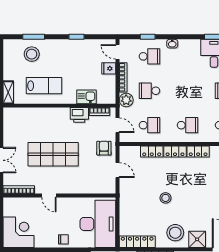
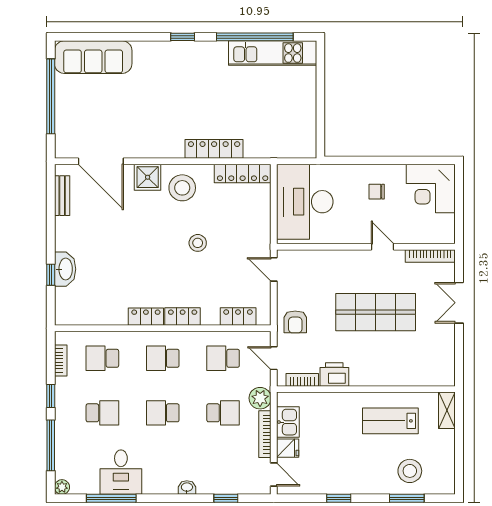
school desk: (149, 56) -> (163, 413), moved
kitchen sink: (87, 97) -> (288, 422), moved, turned -90
locker: (152, 151) -> (238, 317), moved
door: (117, 170) -> (274, 269), moved
chair: (63, 239) -> (377, 192), moved

